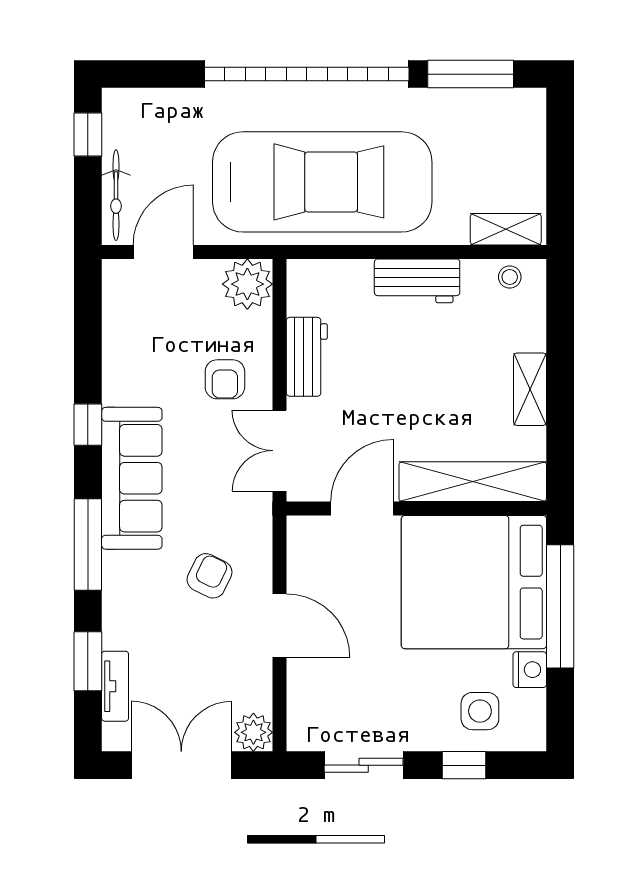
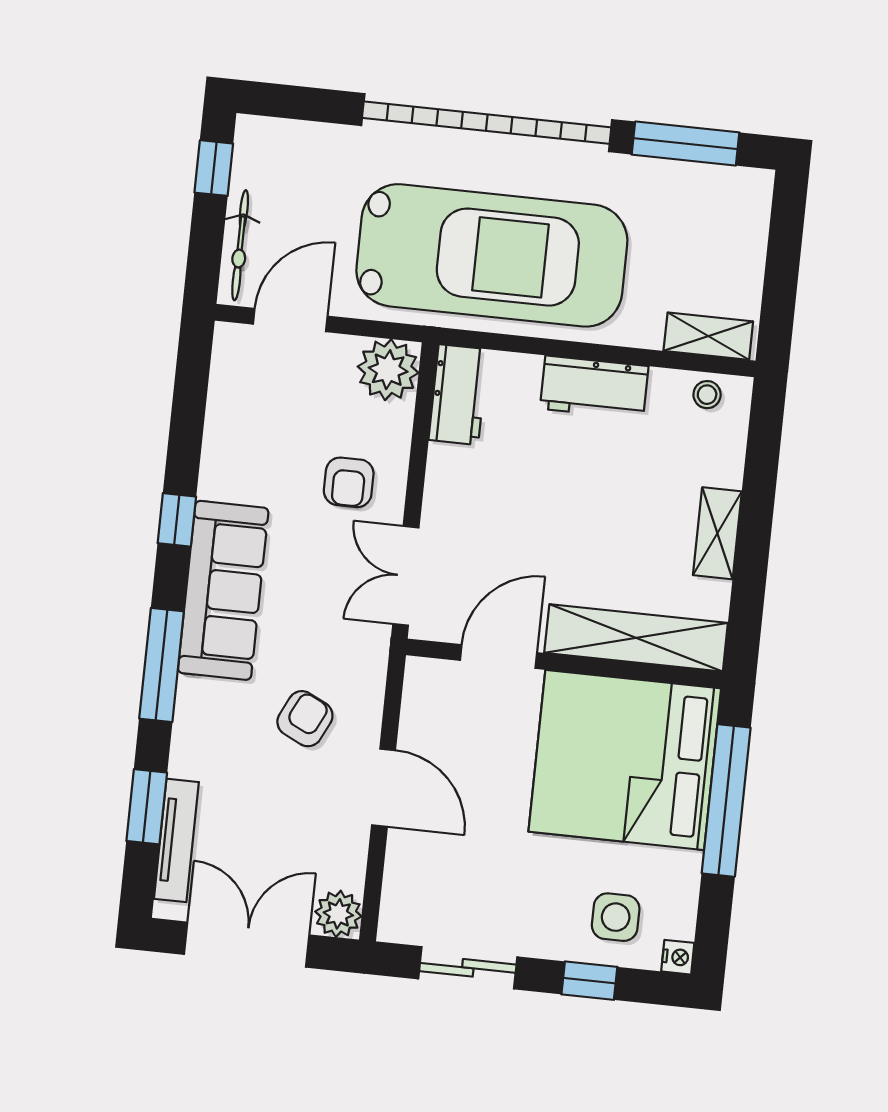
workbench: (307, 357) -> (458, 395), moved
nightstand: (530, 670) -> (678, 957), moved, width x0.72, depth x0.74
tv unit: (115, 686) -> (176, 840), width x1.41

